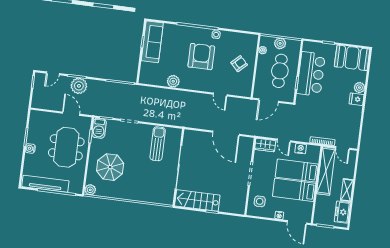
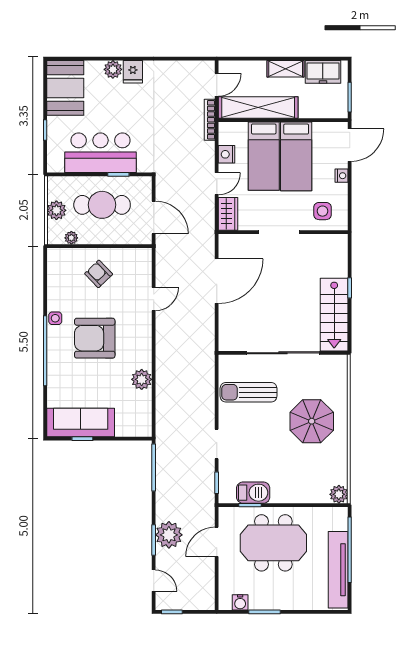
barbecue: (99, 128) -> (253, 493), moved
water cooler: (30, 148) -> (240, 602), moved
parasol: (110, 167) -> (312, 421), moved

